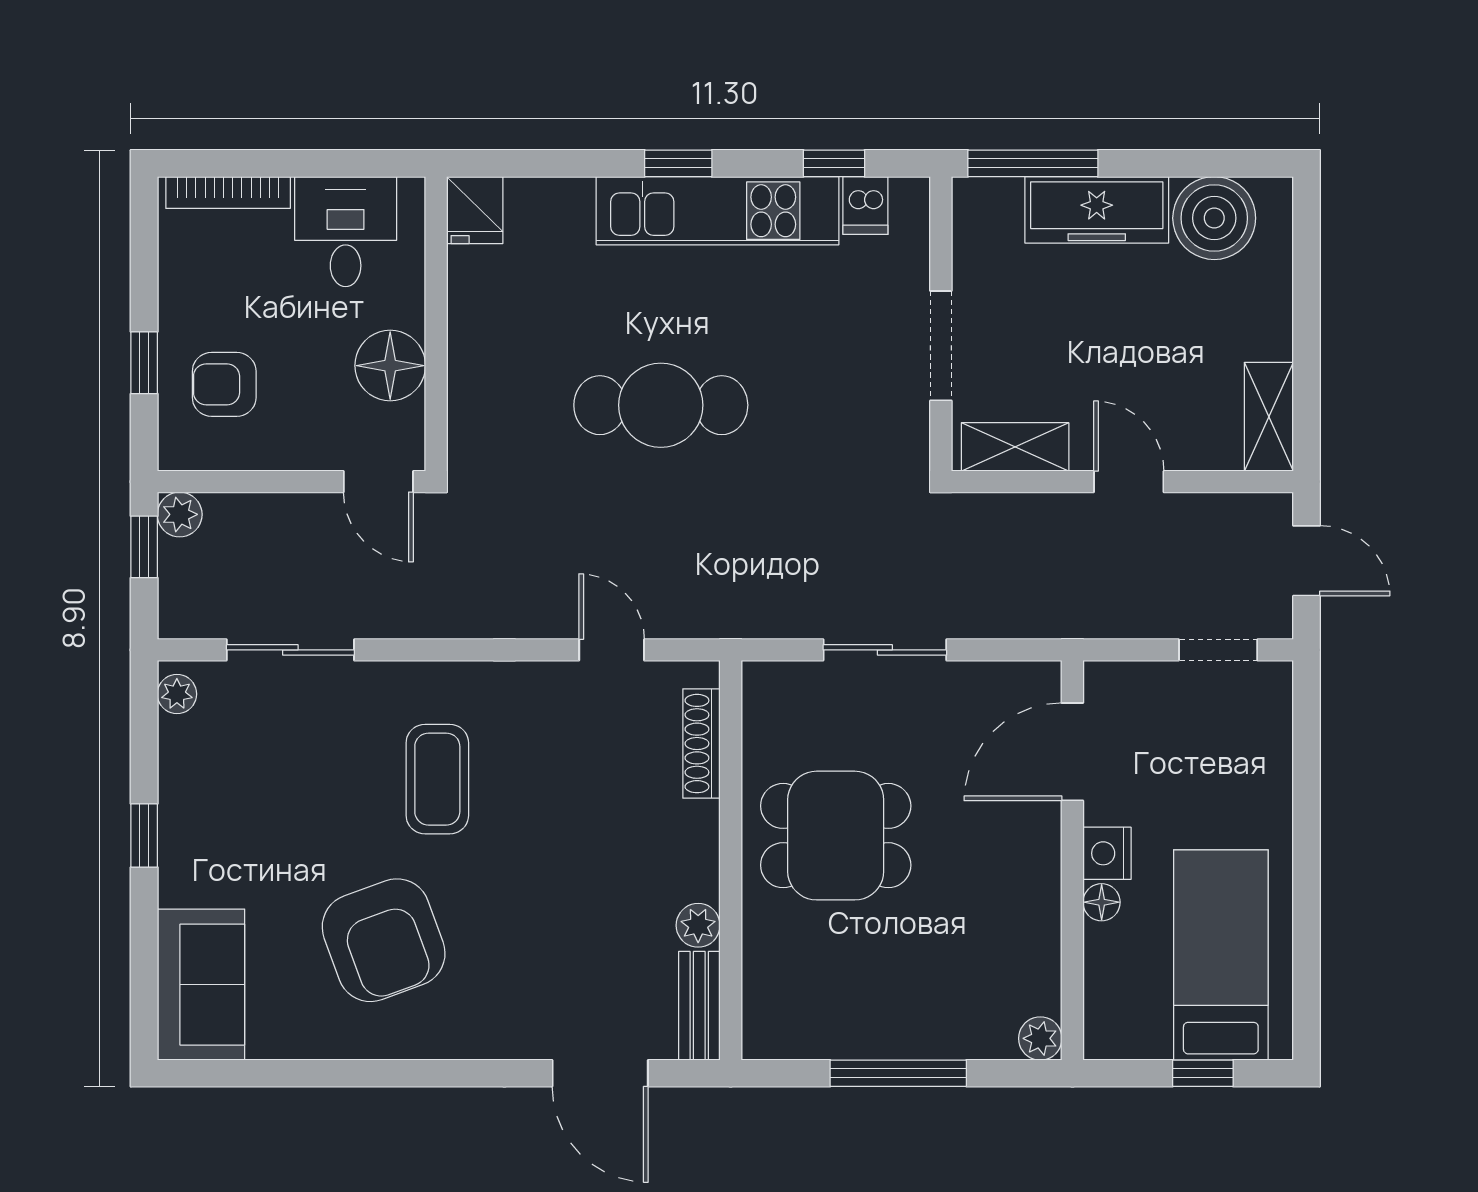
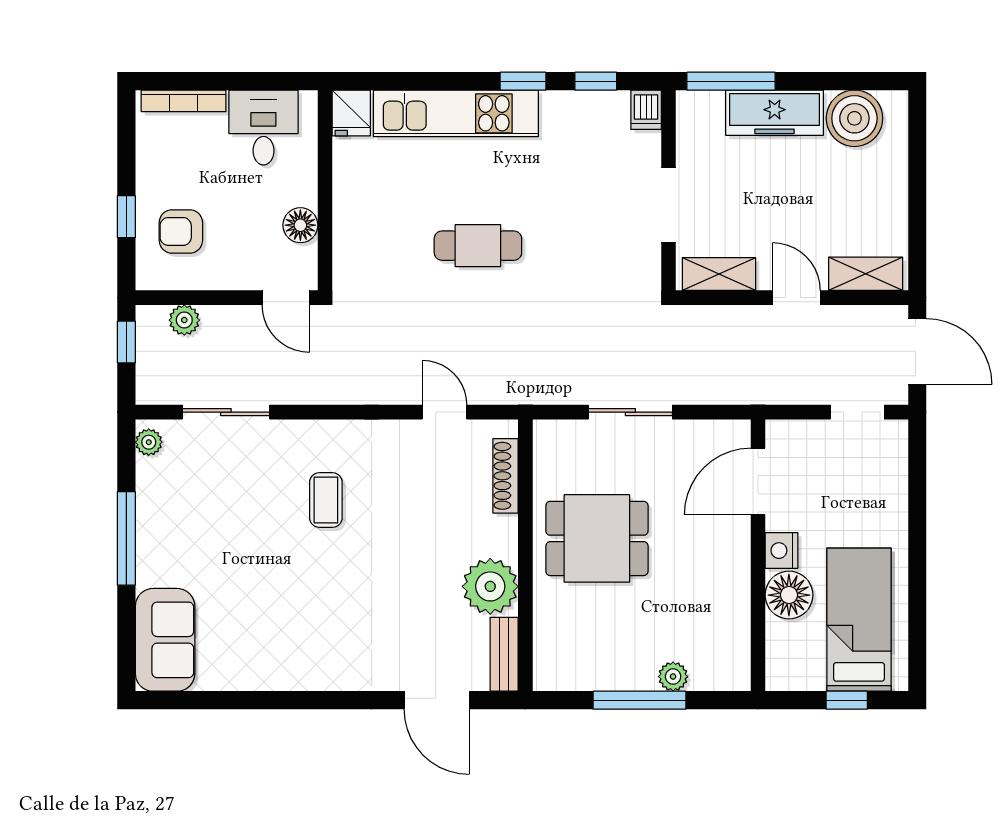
window: (678, 163) -> (523, 81), moved
dishwasher: (865, 205) -> (646, 110), moved
kitchen unit: (717, 211) -> (456, 113), moved
floor lamp: (390, 366) -> (300, 225), width x0.73, depth x0.73
cafe table: (661, 405) -> (478, 246), width x0.73, depth x0.74
shelving: (1269, 417) -> (866, 274), moved, turned 90
plant: (180, 514) -> (184, 320), moved
door: (1307, 561) -> (917, 351), width x1.38
coffee table: (437, 779) -> (326, 500), width x0.73, depth x0.77
window: (144, 835) -> (126, 538), width x2.17
floor lamp: (1102, 902) -> (789, 595), width x1.89, depth x1.89
plant: (698, 925) -> (490, 586), width x1.87, depth x1.87
armchair: (384, 940) -> (289, 610), removed
plant: (1040, 1038) -> (673, 677), moved

